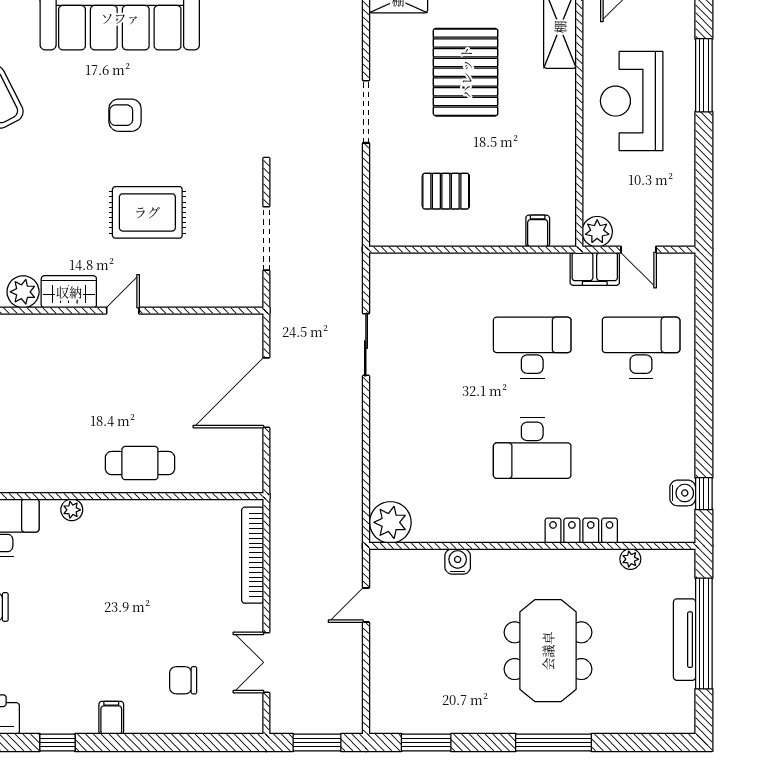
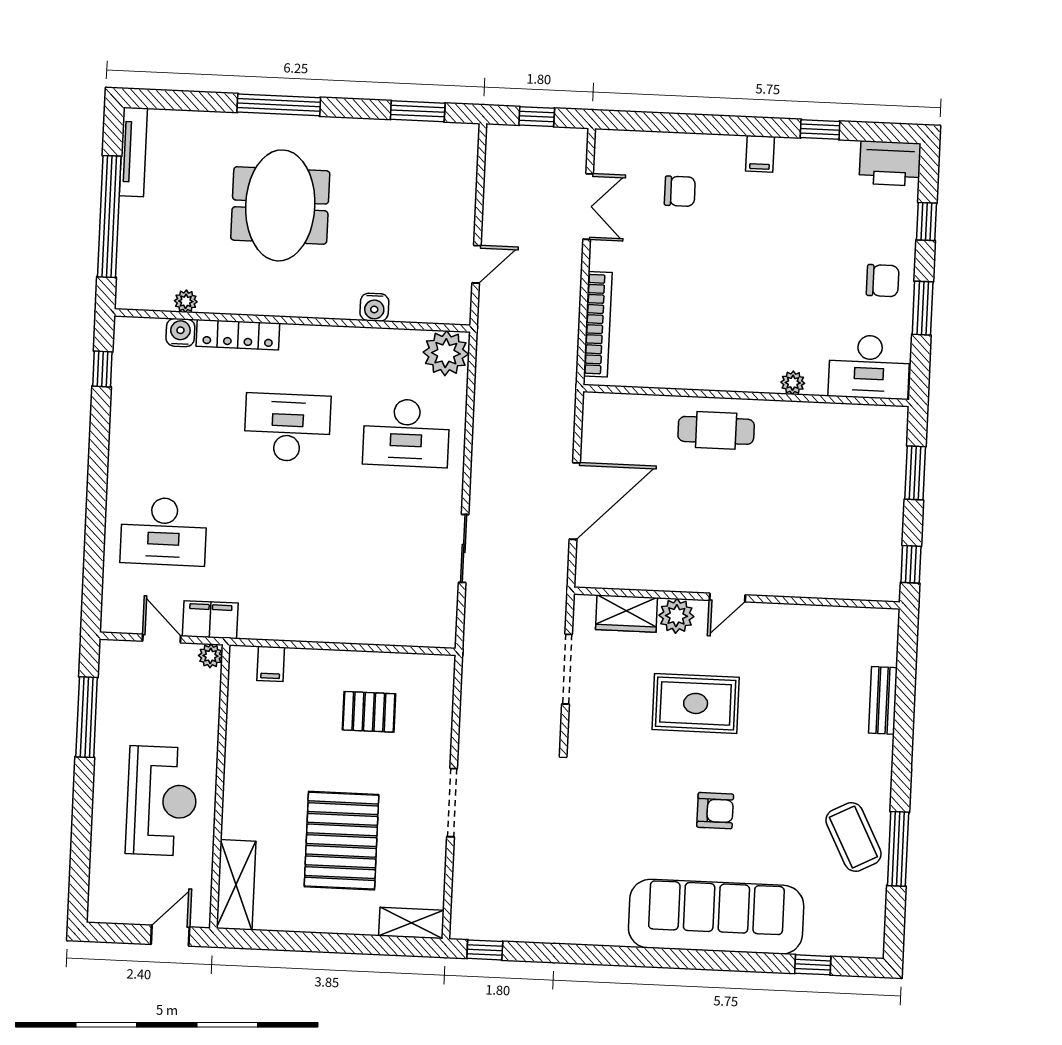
window: (704, 75) -> (87, 717), moved
plant: (597, 232) -> (211, 656), width x0.73, depth x0.73
plant: (23, 292) -> (676, 616), moved
wardrobe: (69, 292) -> (626, 614), moved
desk: (532, 348) -> (406, 433), moved
water cooler: (683, 493) -> (180, 332), moved, turned 90
tv unit: (685, 640) -> (133, 152), moved
window: (317, 743) -> (537, 117), width x0.67

